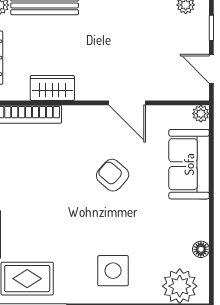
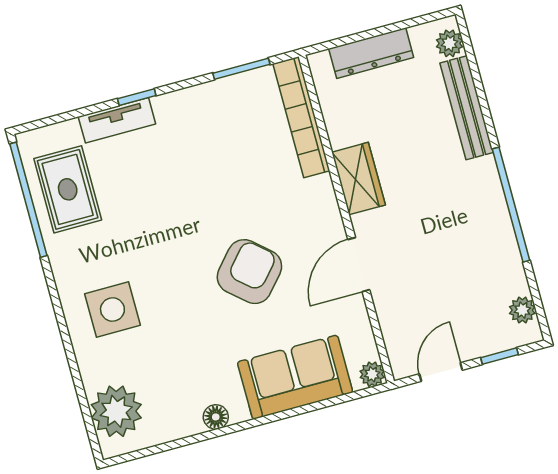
wardrobe: (52, 88) -> (358, 179), moved
armchair: (113, 175) -> (249, 272), width x1.38, depth x1.38
floor lamp: (201, 249) -> (216, 417), moved

